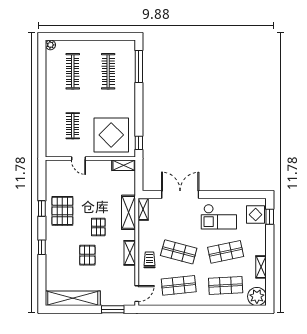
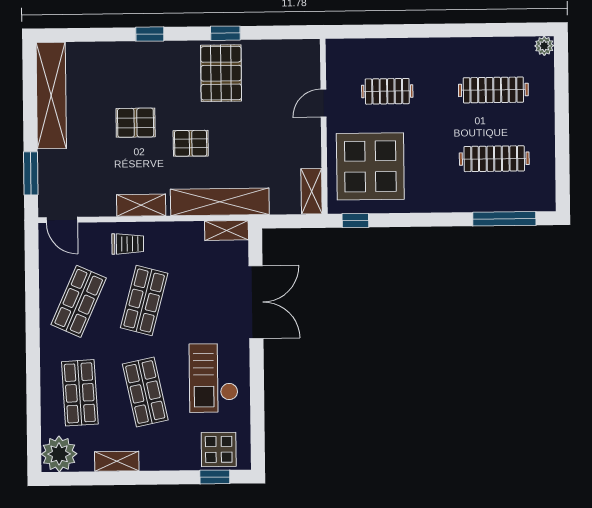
pallet: (62, 211) -> (221, 73), turned 90
shelving: (128, 212) -> (220, 202), width x1.47
shop shelf: (179, 285) -> (79, 301), turned 30

